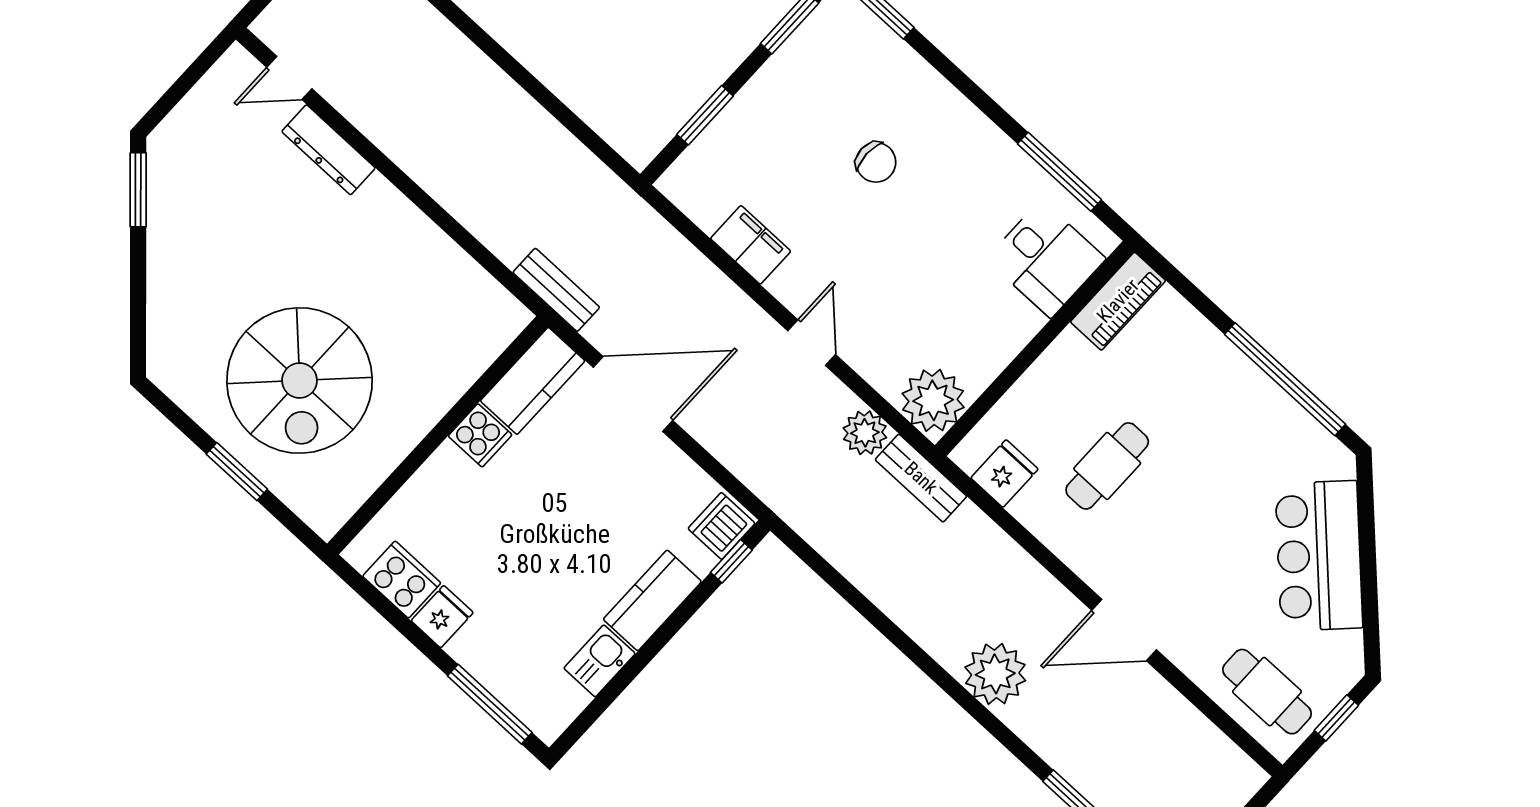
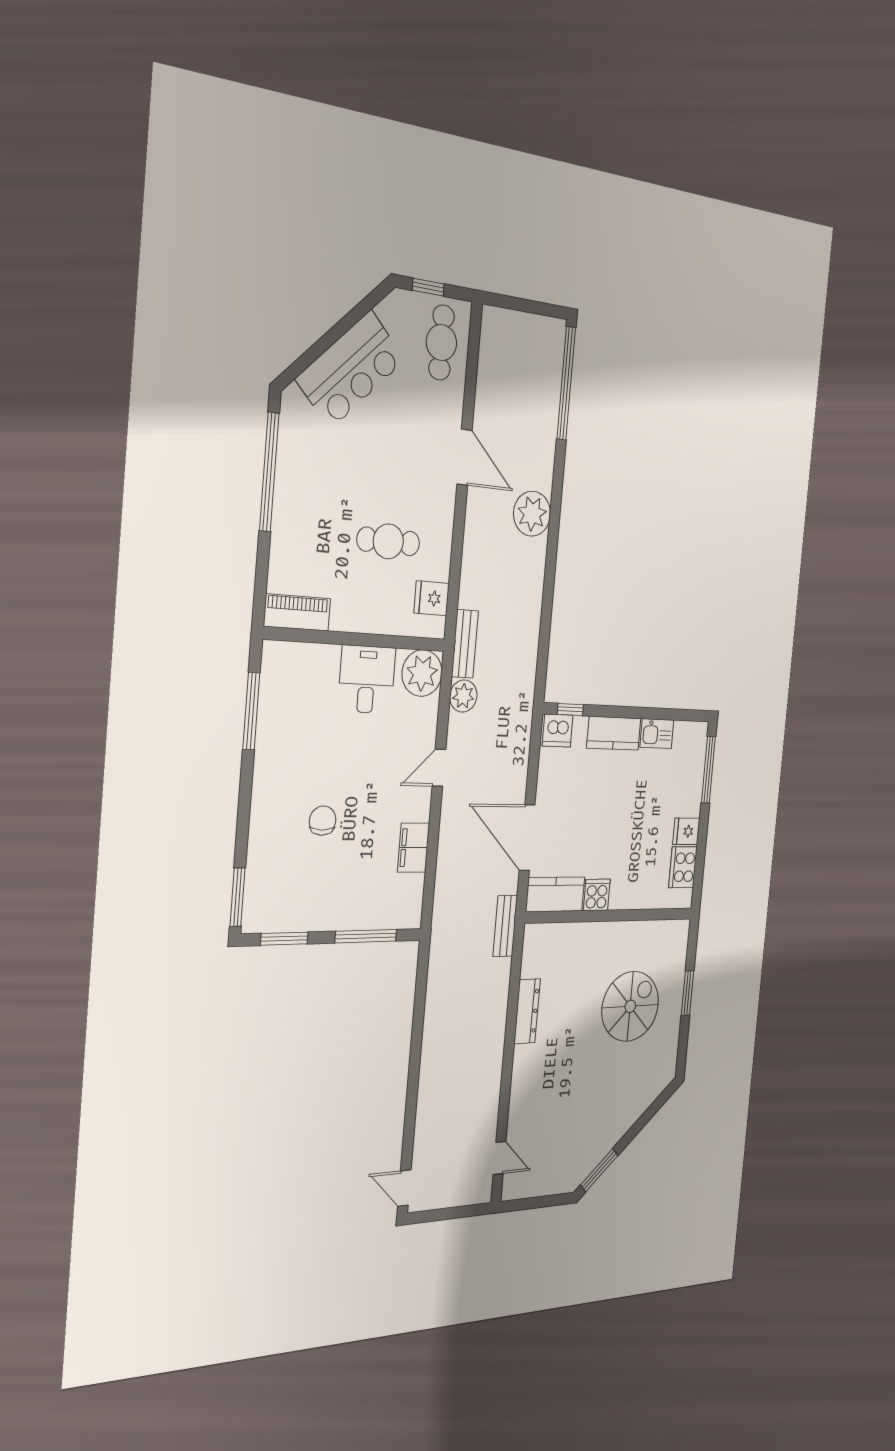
window: (705, 115) -> (366, 936), width x1.44
dresser: (328, 150) -> (527, 1011), moved
desk: (1046, 259) -> (367, 679), moved
spiral stairs: (300, 380) -> (630, 1006), width x0.73, depth x0.73

